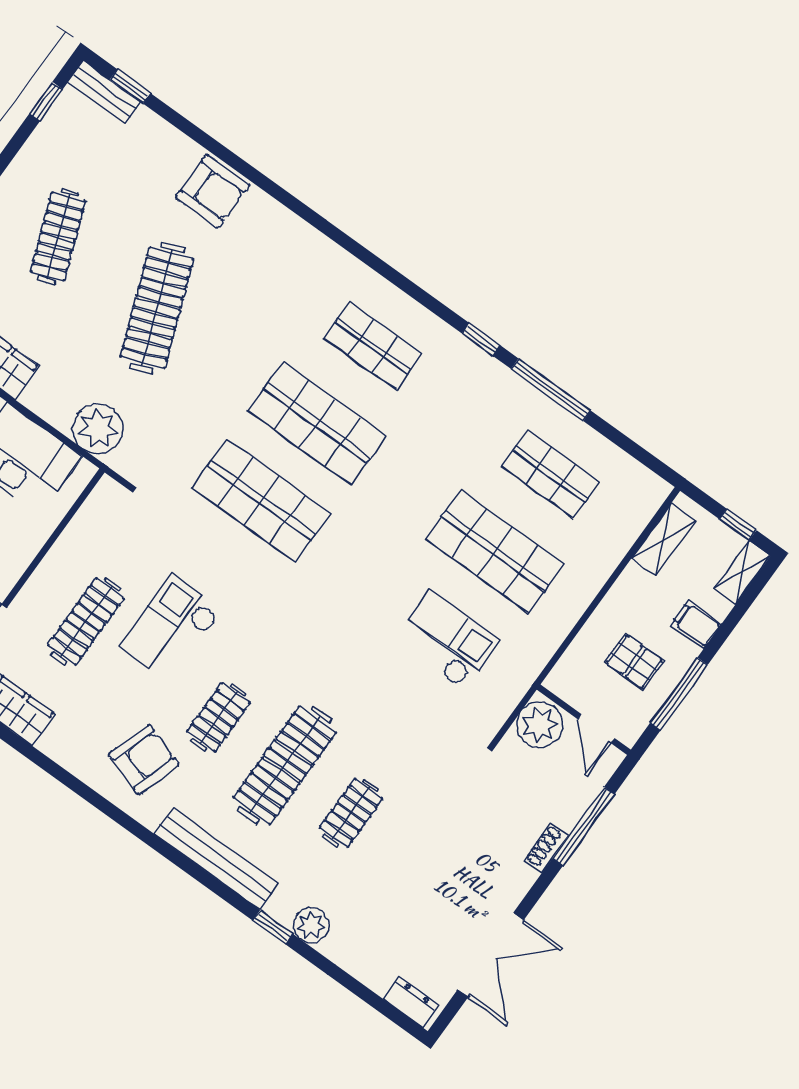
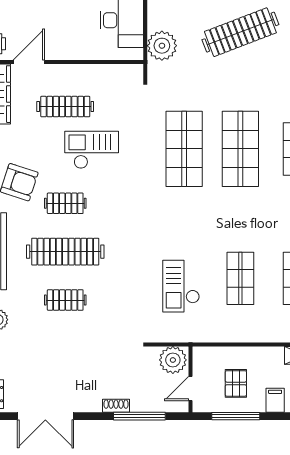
shop shelf: (495, 551) -> (240, 278), width x0.70, depth x0.74
checkout: (447, 641) -> (181, 286), turned 180

